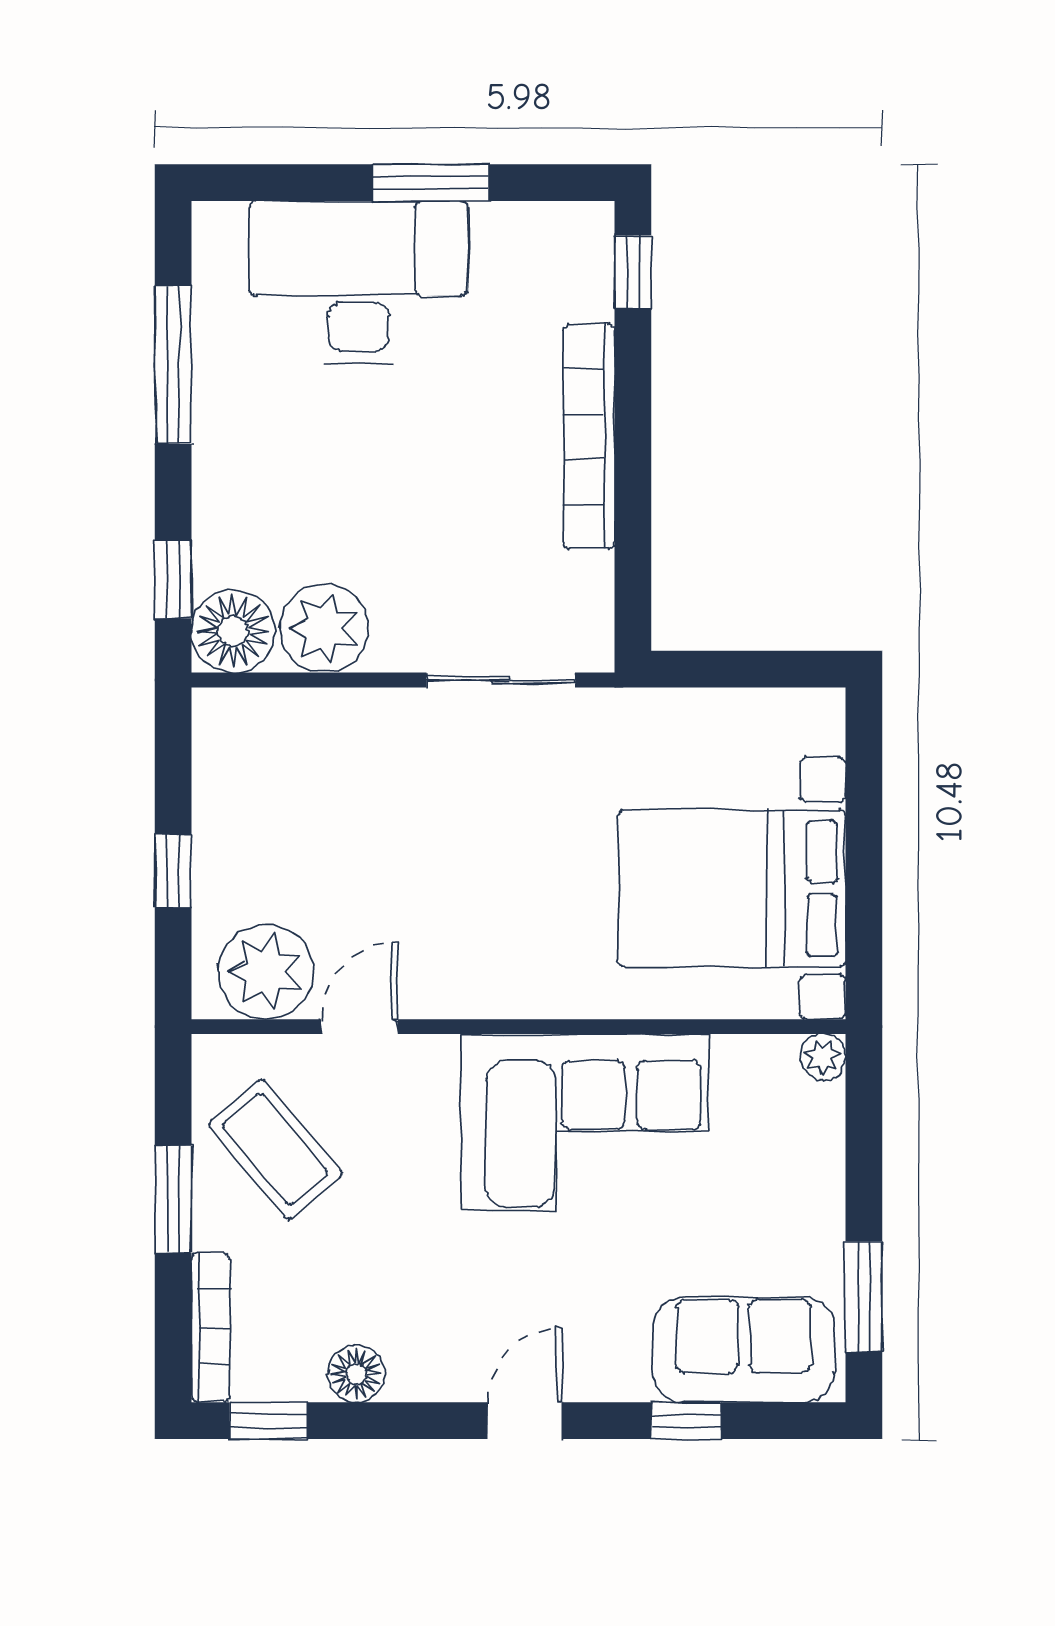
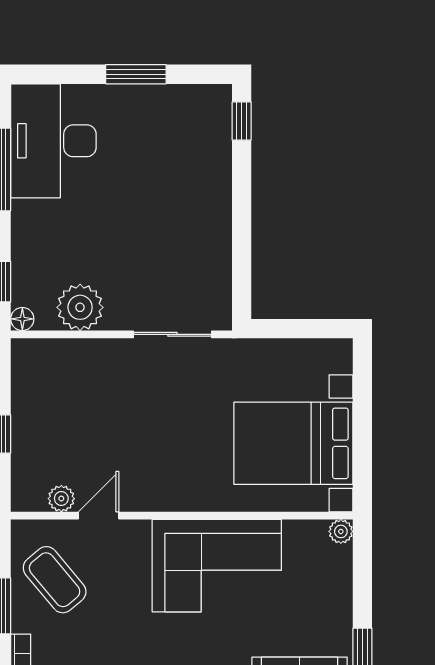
desk: (358, 283) -> (53, 141), moved, turned -90
bookcase: (589, 436) -> (219, 207), removed
floor lamp: (233, 631) -> (22, 319), width x0.53, depth x0.53
plant: (266, 972) -> (61, 499), width x0.53, depth x0.53

